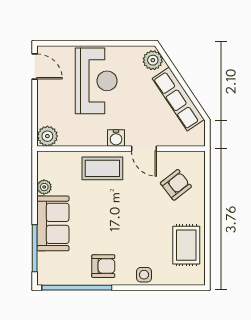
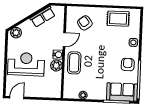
row of seats: (178, 99) -> (43, 17), width x0.68
plant: (47, 136) -> (56, 66), moved
sofa: (53, 223) -> (122, 92), moved

